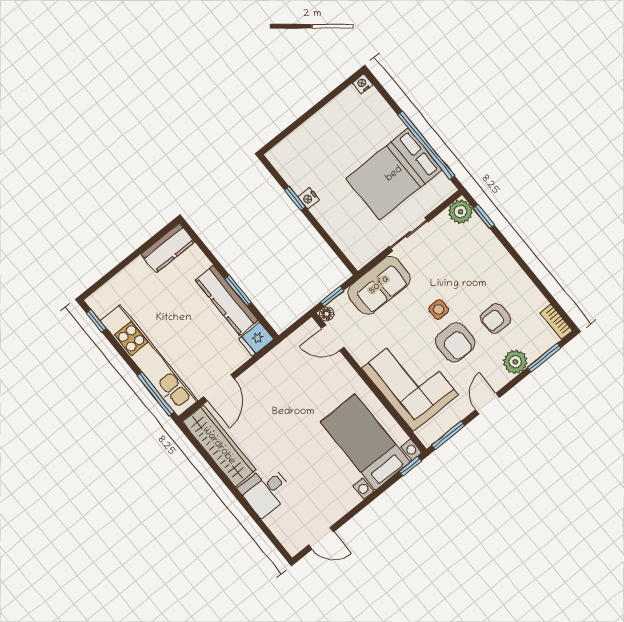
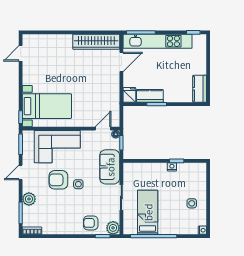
side table: (337, 129) -> (192, 203), added
bed: (394, 174) -> (148, 212), width x0.67
kitchen counter: (227, 300) -> (150, 96), width x0.67
armchair: (496, 318) -> (91, 223), moved, turned -90
door: (219, 388) -> (121, 62), swing flipped
door: (488, 404) -> (21, 172), swing flipped
desk: (265, 490) -> (61, 46), removed

